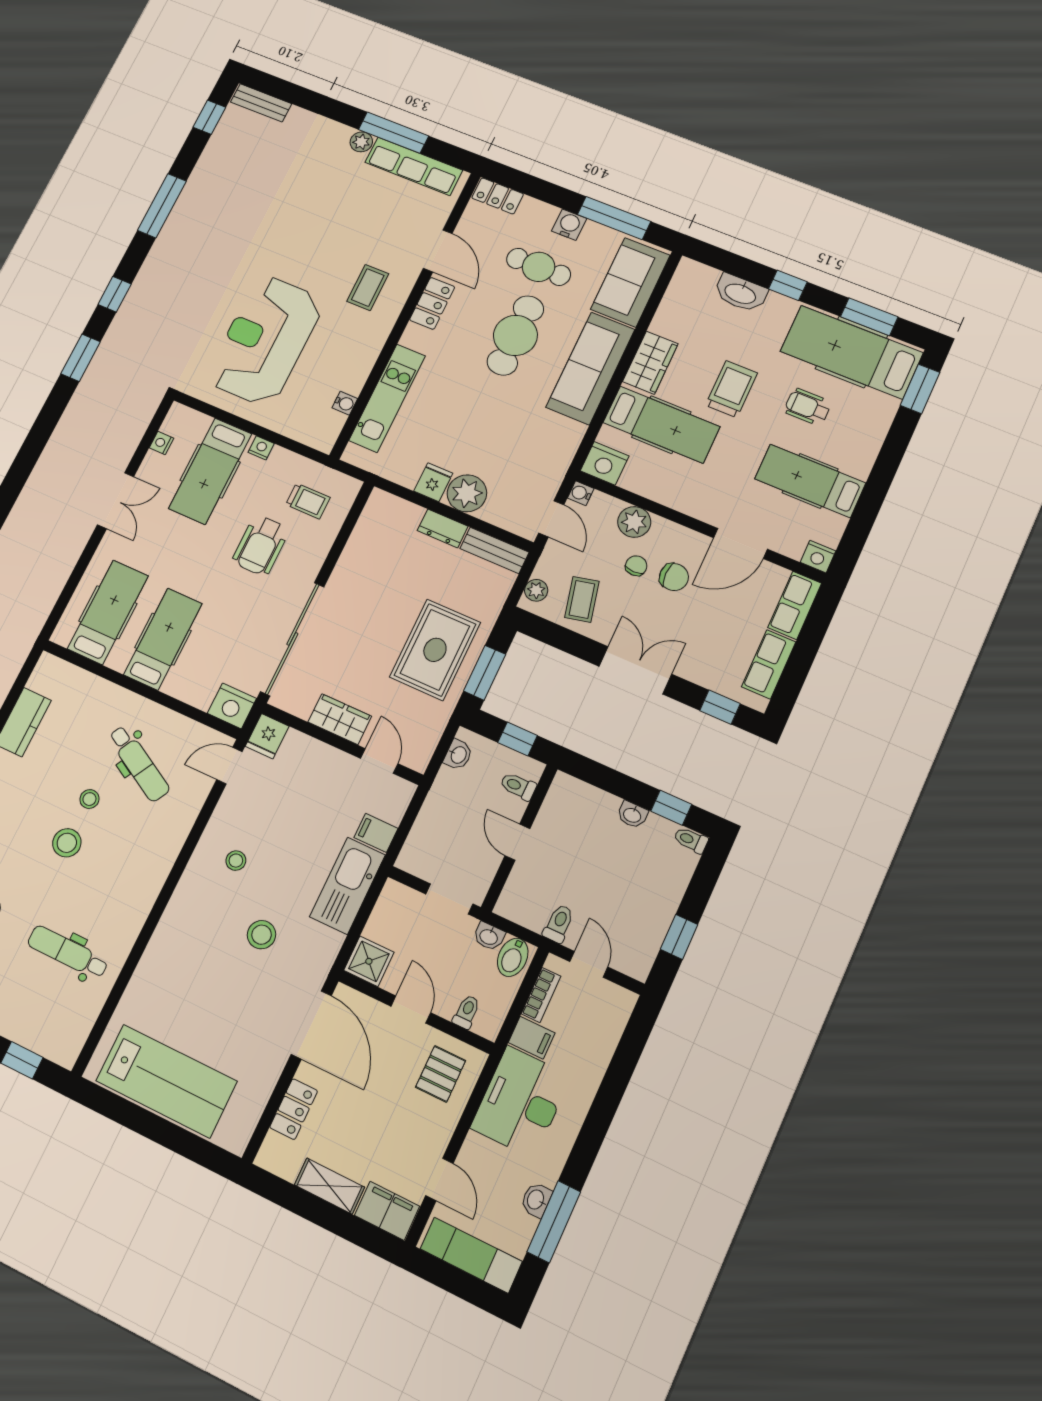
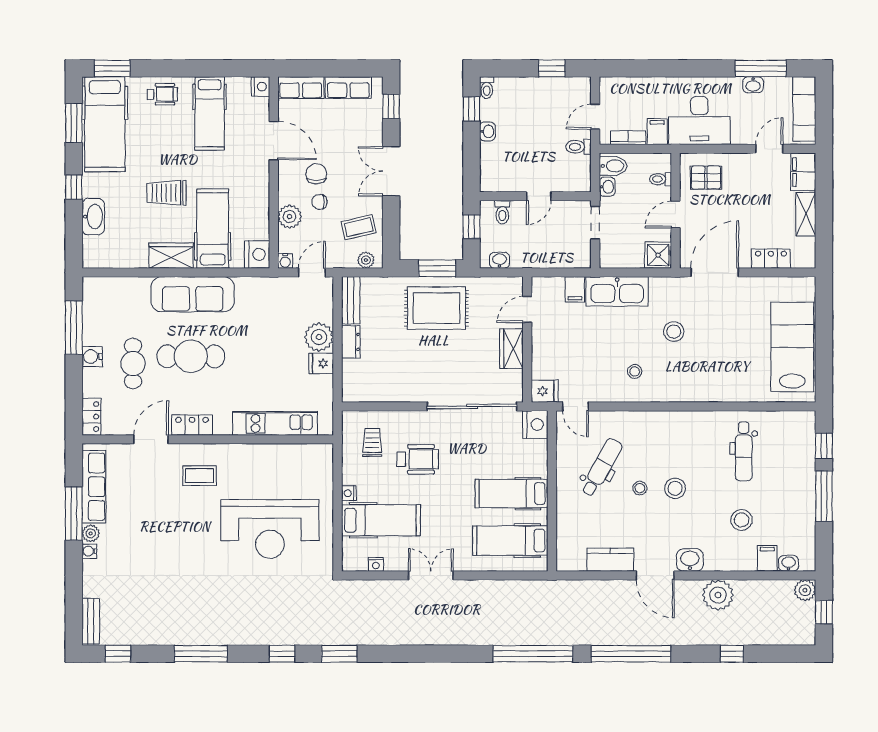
sofa: (630, 282) -> (117, 295), removed
water cooler: (345, 403) -> (89, 551), moved, turned -90
wheelchair: (808, 407) -> (162, 94), moved, turned -90

